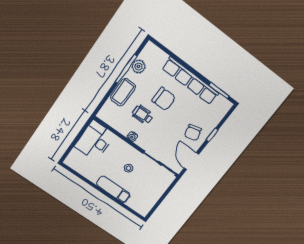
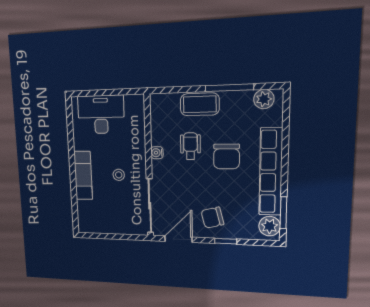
plant: (139, 66) -> (264, 99), moved
plant: (221, 104) -> (270, 226), added
desk: (95, 141) -> (101, 115), moved

